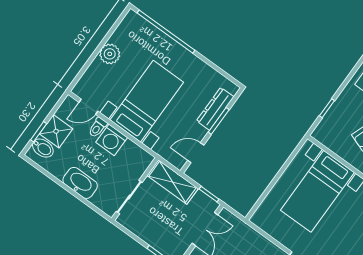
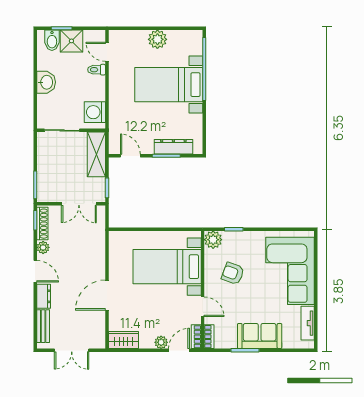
bed with nightstands: (147, 101) -> (169, 85), moved, turned 180
plant: (323, 133) -> (213, 240), added
washing machine: (112, 140) -> (95, 112), moved
washbasin: (80, 183) -> (46, 82), width x0.72

